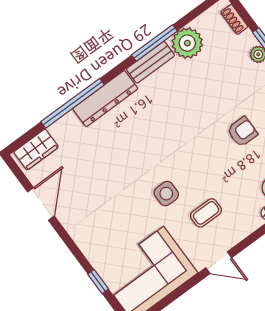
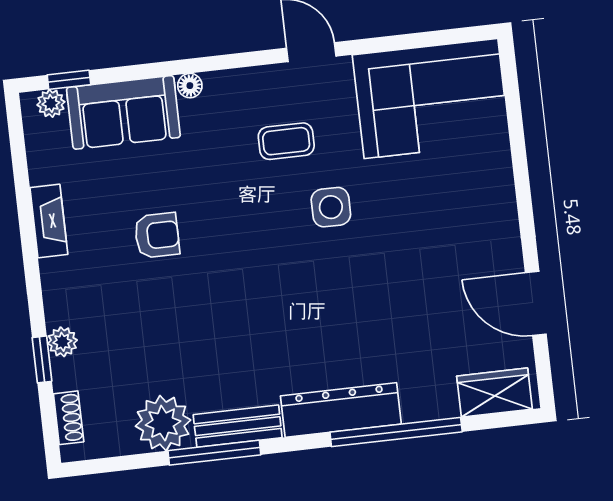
armchair: (242, 132) -> (157, 235), turned 180
door: (41, 204) -> (536, 303), hinge flipped
window: (98, 282) -> (516, 131), removed

